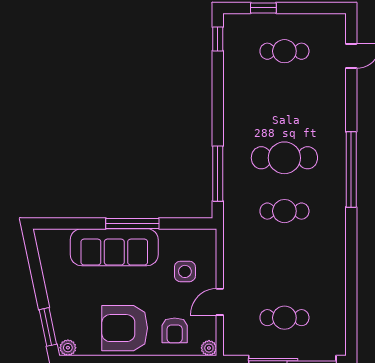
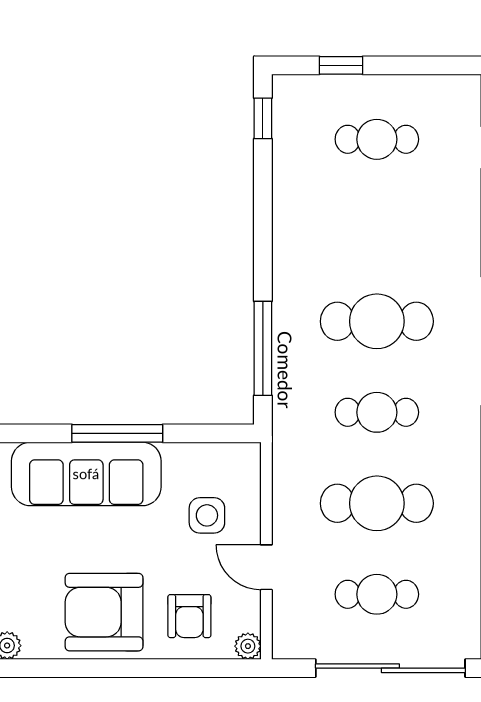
cafe table: (284, 264) -> (377, 503), added
door: (220, 302) -> (266, 567), hinge flipped

